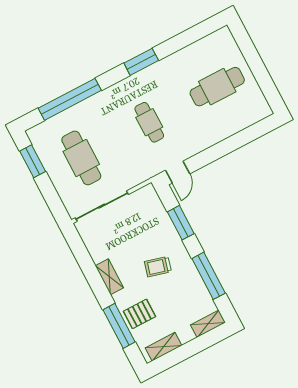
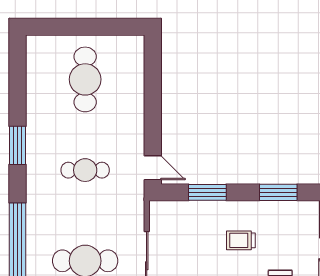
trolley: (158, 267) -> (241, 240), turned 75
window: (209, 276) -> (278, 192), width x0.69

